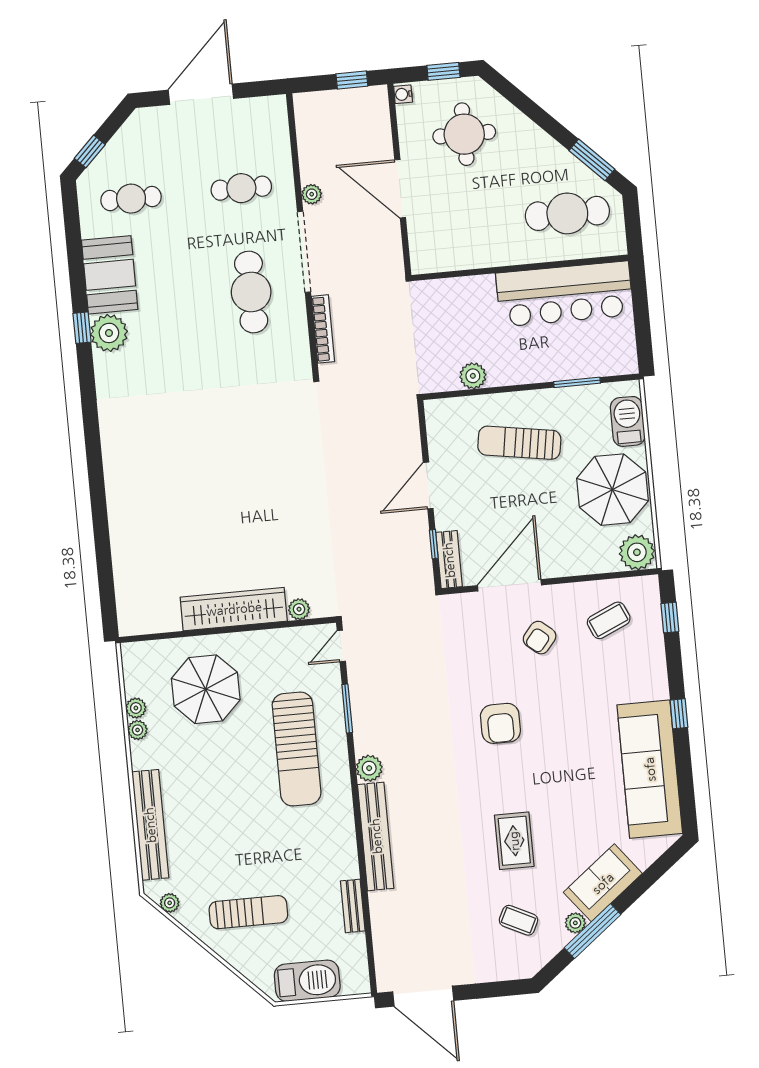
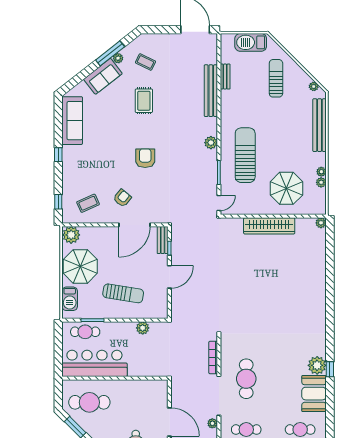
cafe table: (590, 357) -> (85, 332), added
plant: (299, 609) -> (321, 223), moved
sofa: (650, 769) -> (72, 121), width x0.74, depth x0.79
bench: (376, 836) -> (211, 91), moved
sun lounger: (248, 912) -> (276, 78), turned 90

